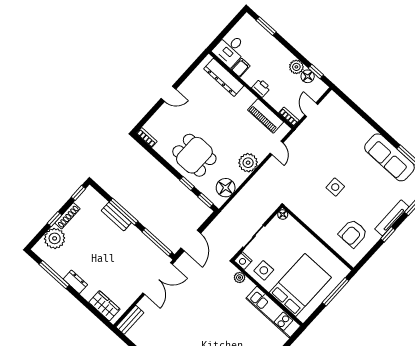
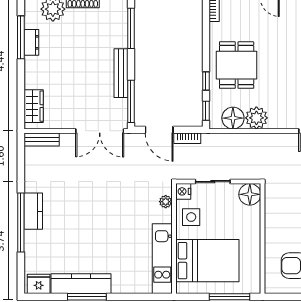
plant: (248, 163) -> (256, 118), moved
window: (124, 212) -> (131, 28), moved
floor lamp: (283, 215) -> (250, 194), width x1.89, depth x1.89
bench: (116, 217) -> (121, 73), moved, width x1.36
bookcase: (212, 228) -> (187, 138), added
door: (191, 241) -> (159, 130), hinge flipped
dresser: (75, 282) -> (31, 42), moved

